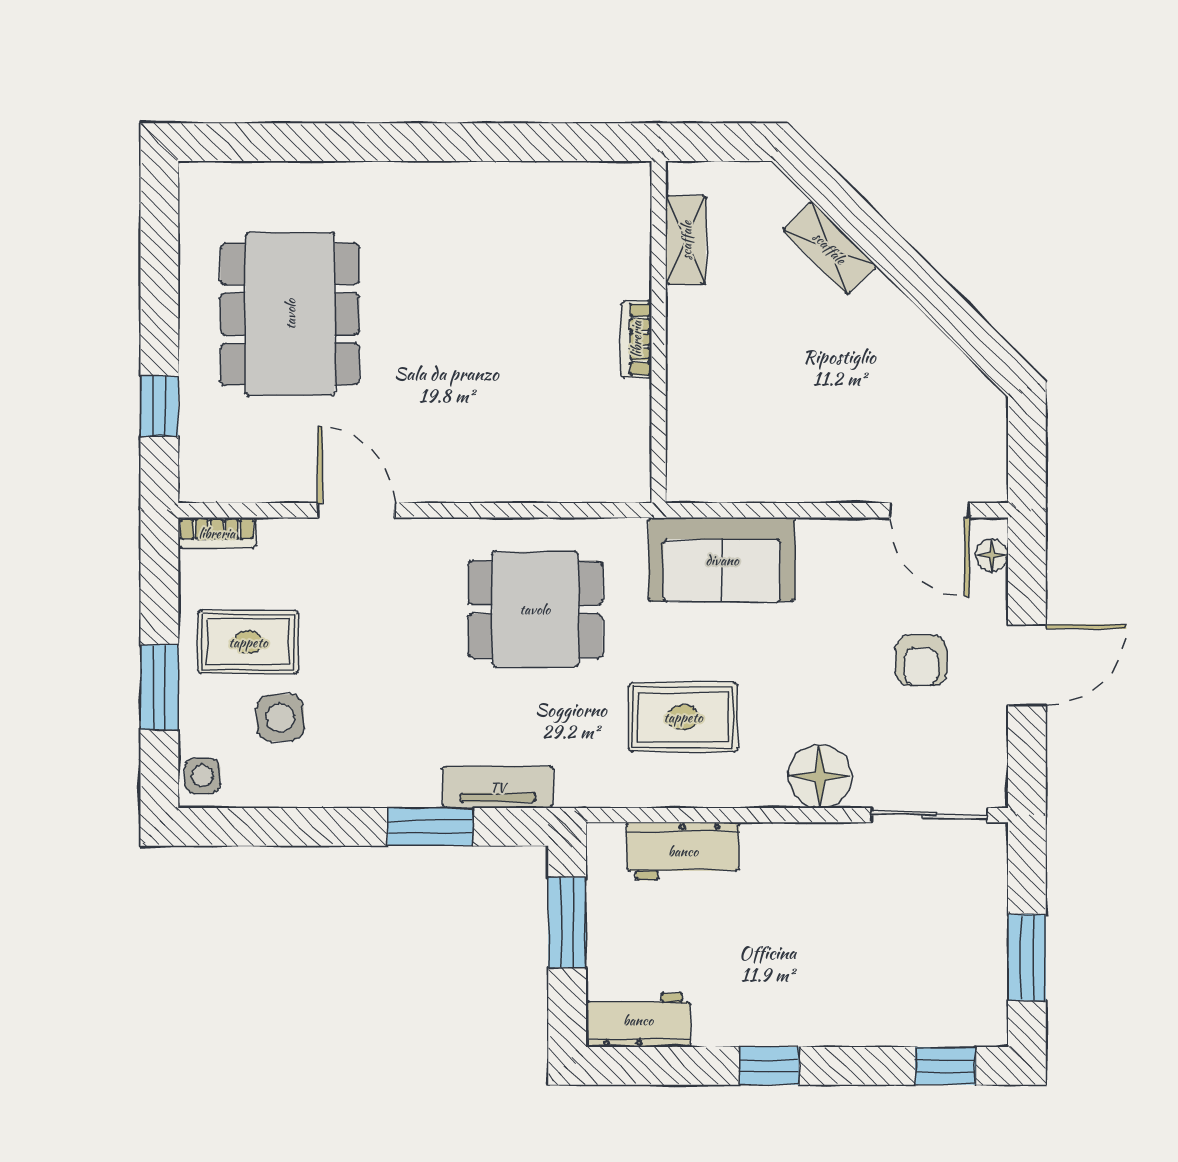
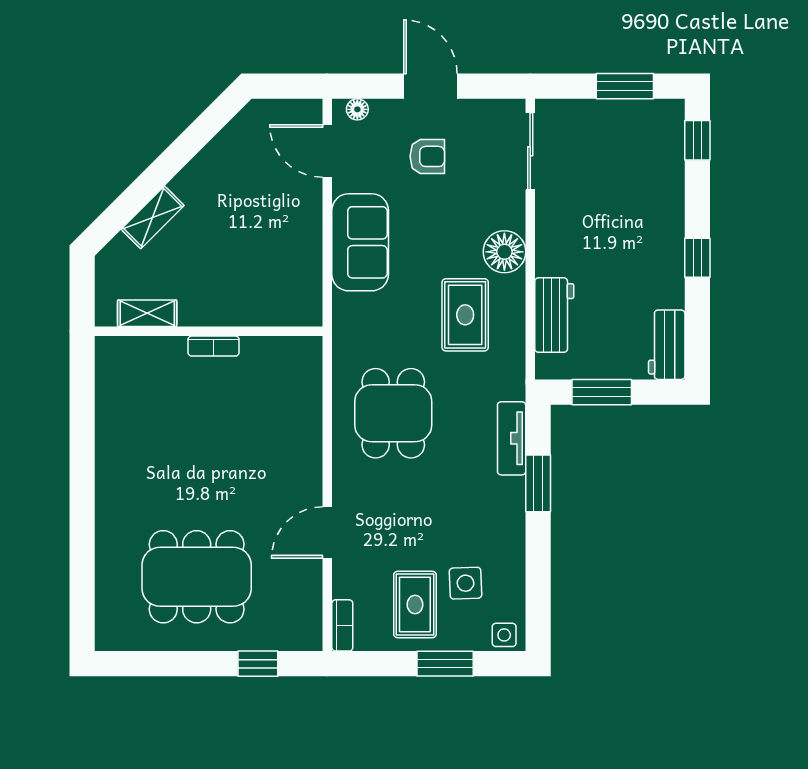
door: (929, 510) -> (327, 151), swing flipped
sofa: (722, 560) -> (360, 242), moved
floor lamp: (820, 776) -> (504, 252), moved

